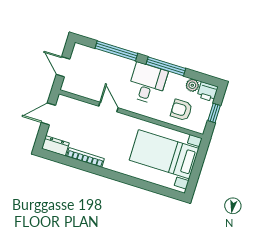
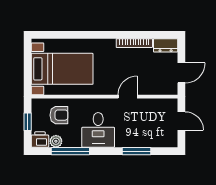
window: (116, 51) -> (136, 151), width x0.69
window: (166, 66) -> (70, 151), moved
door: (108, 107) -> (128, 97), swing flipped

